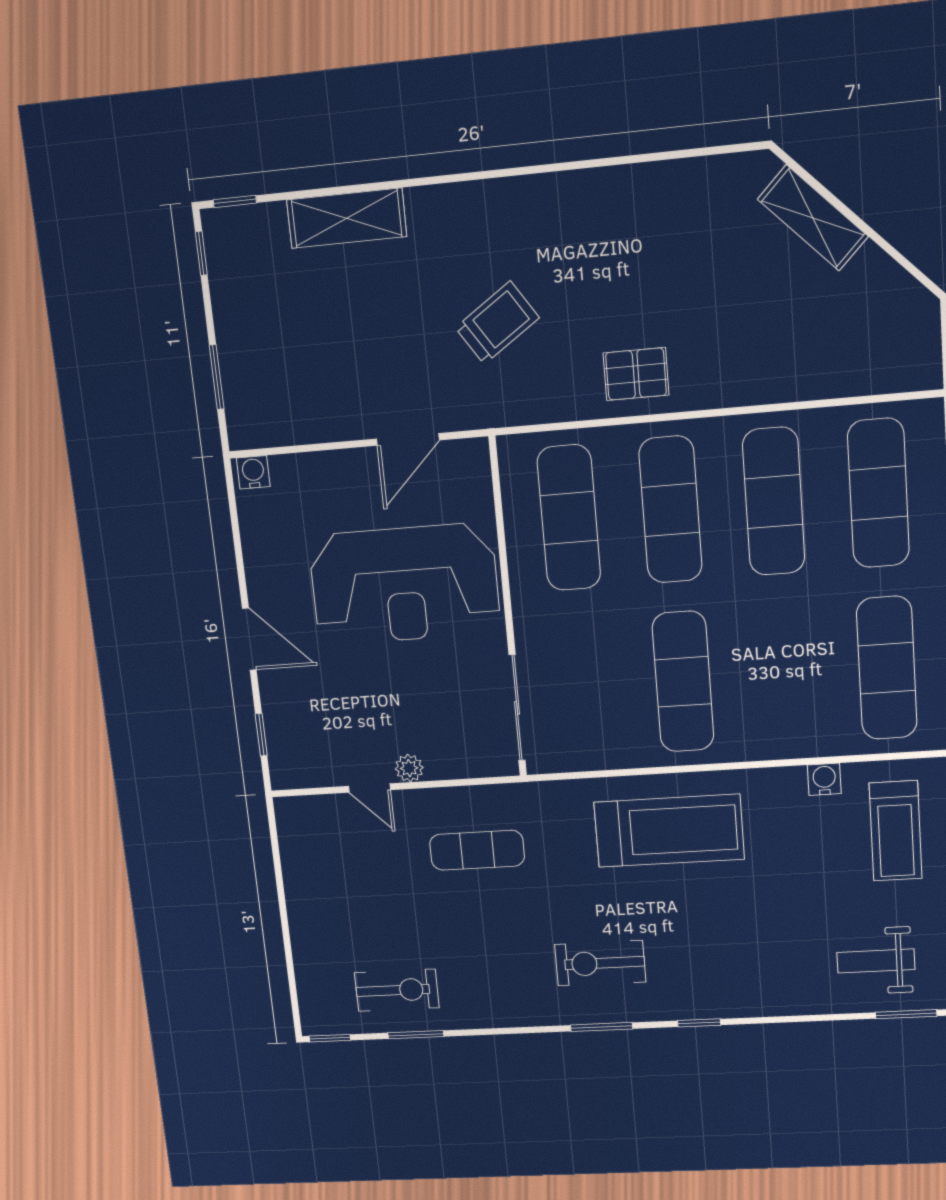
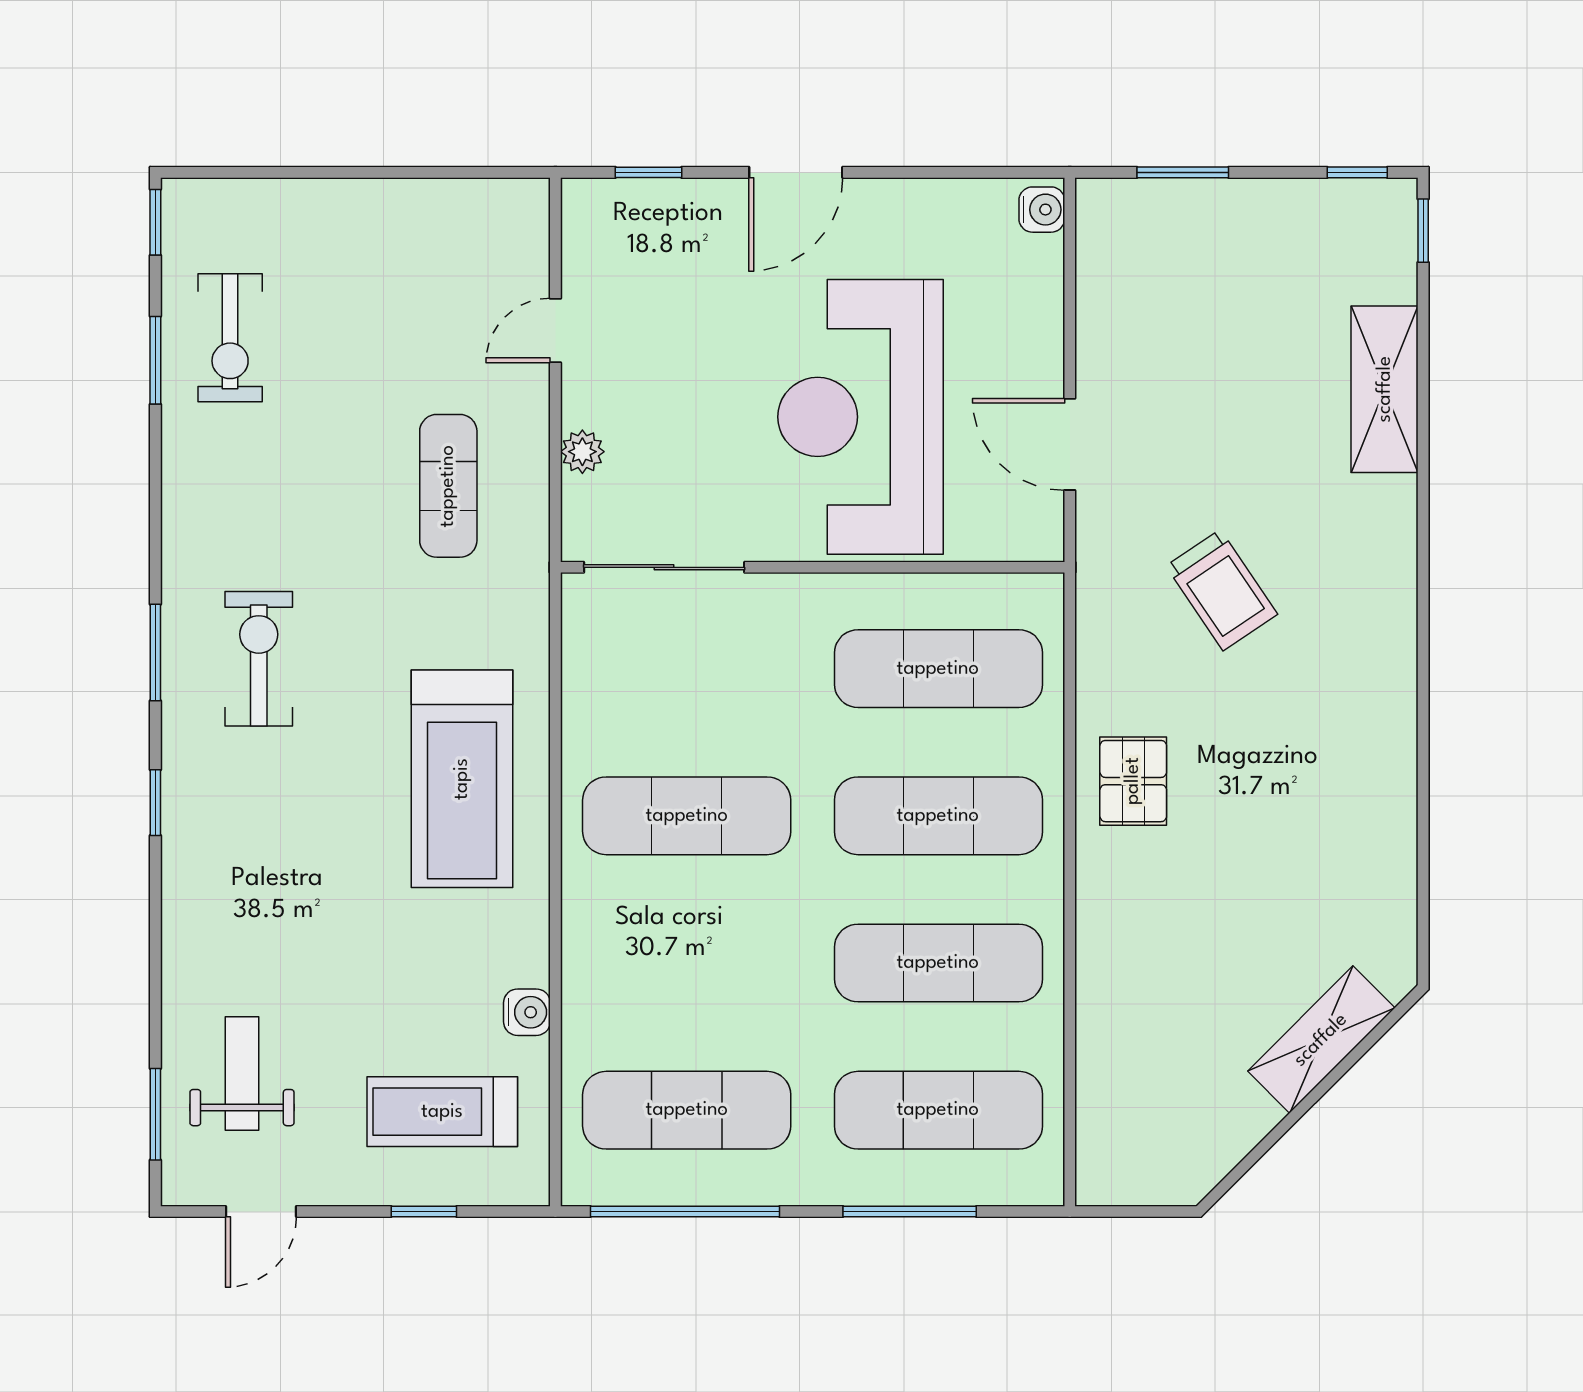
plant: (409, 768) -> (582, 452), moved

